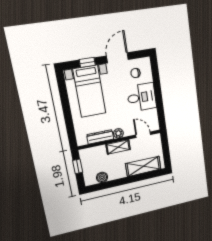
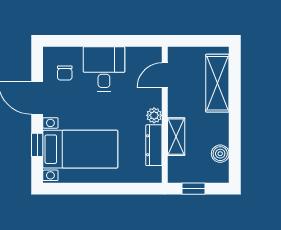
shelving: (118, 147) -> (176, 137), moved

